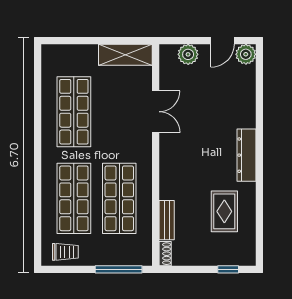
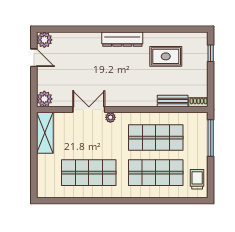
plant: (188, 54) -> (44, 99), moved
plant: (145, 140) -> (110, 117), added

